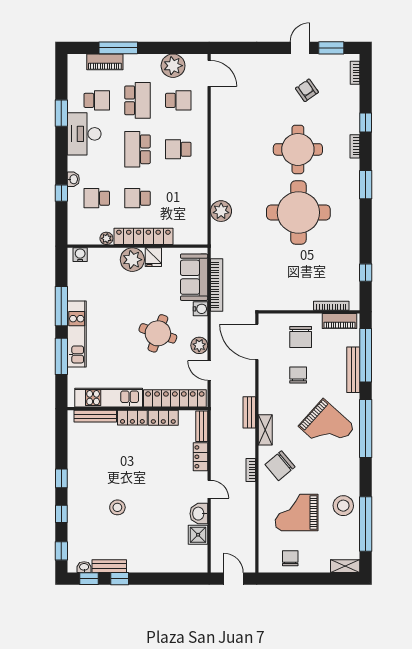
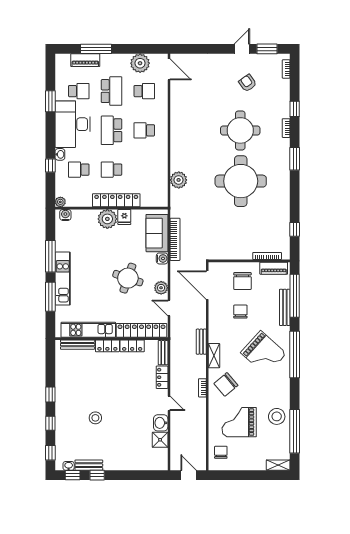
desk: (84, 134) -> (73, 124), width x1.36, depth x1.30
plant: (106, 238) -> (60, 202), moved
chair: (290, 558) -> (221, 452), moved

